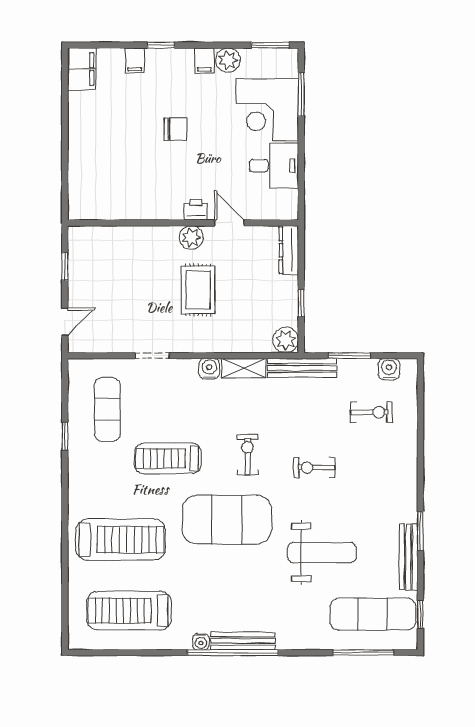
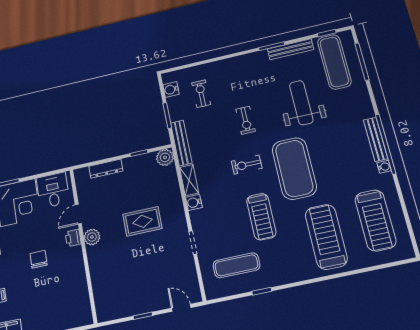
printer: (196, 210) -> (73, 238), moved
wall: (183, 223) -> (83, 245), moved
door: (229, 223) -> (78, 214), moved
plant: (191, 238) -> (92, 237), moved

